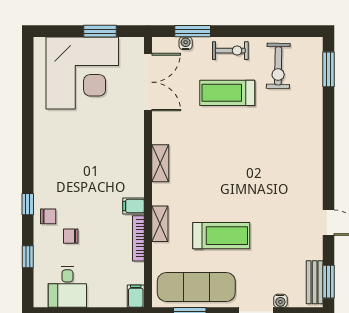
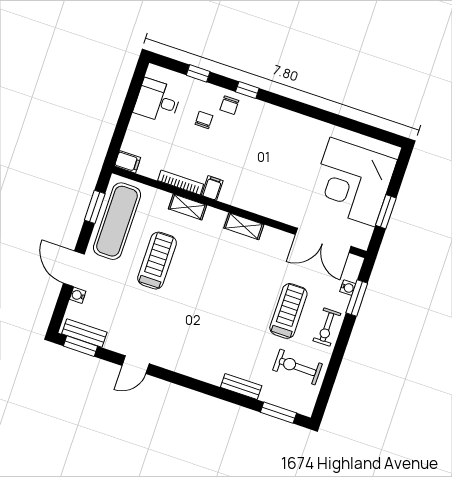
bench: (315, 114) -> (241, 387), added
treadmill: (221, 236) -> (157, 261), turned 180

